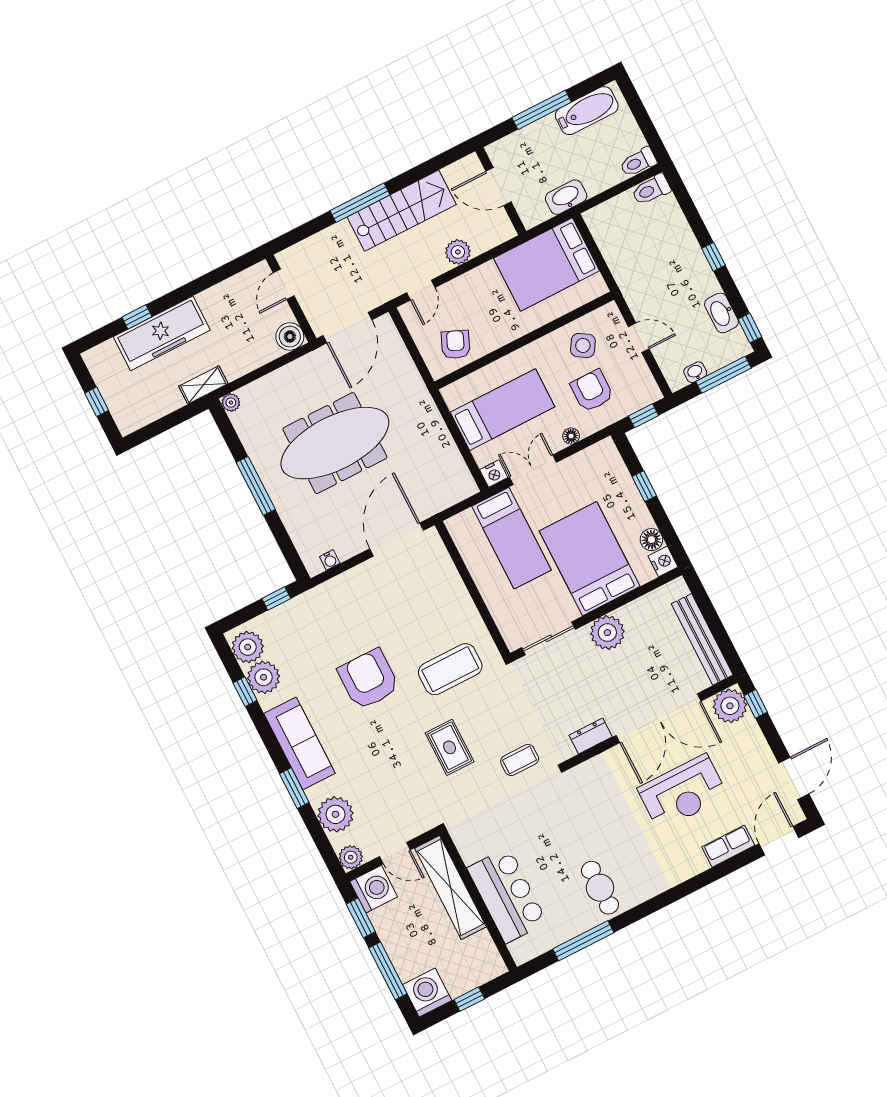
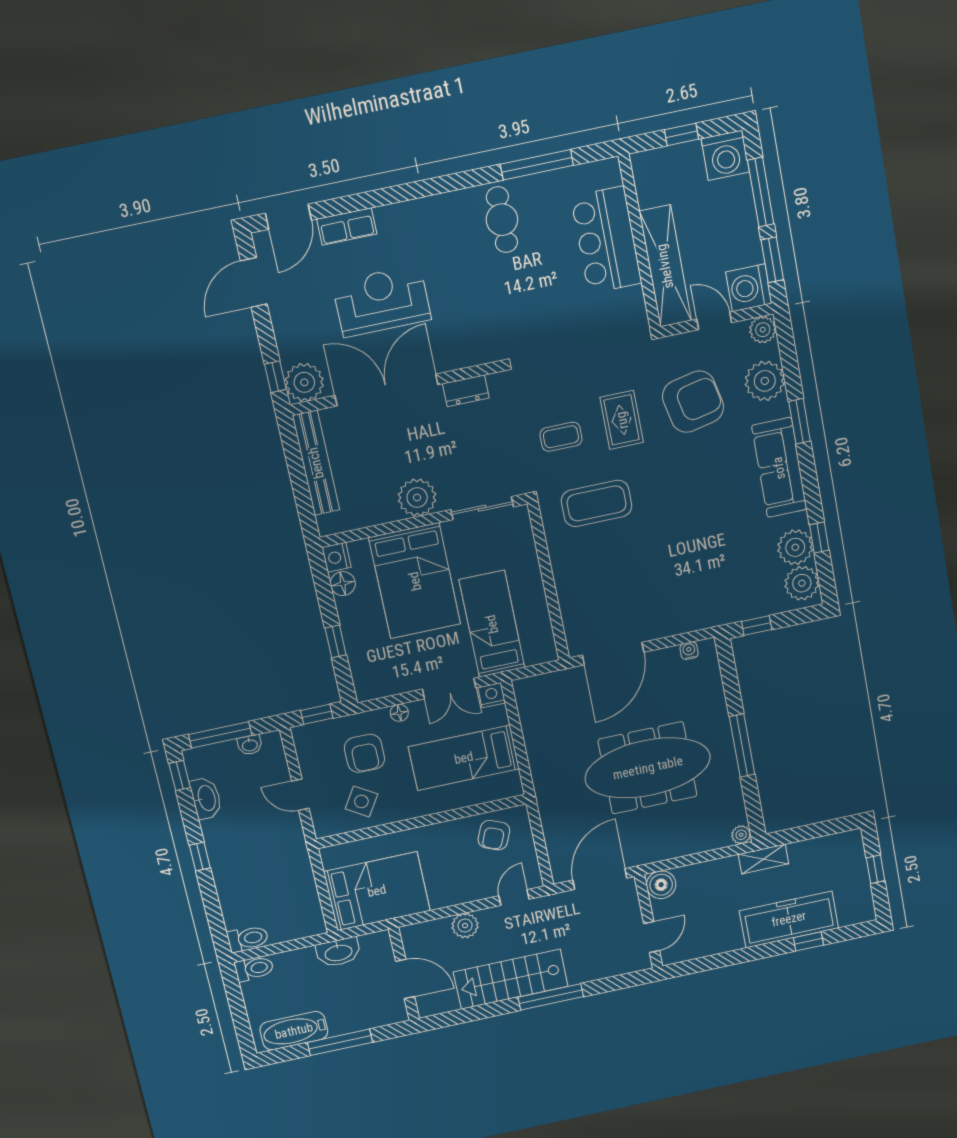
armchair: (369, 679) -> (693, 402), moved, turned -102
coffee table: (520, 760) -> (561, 437), moved

